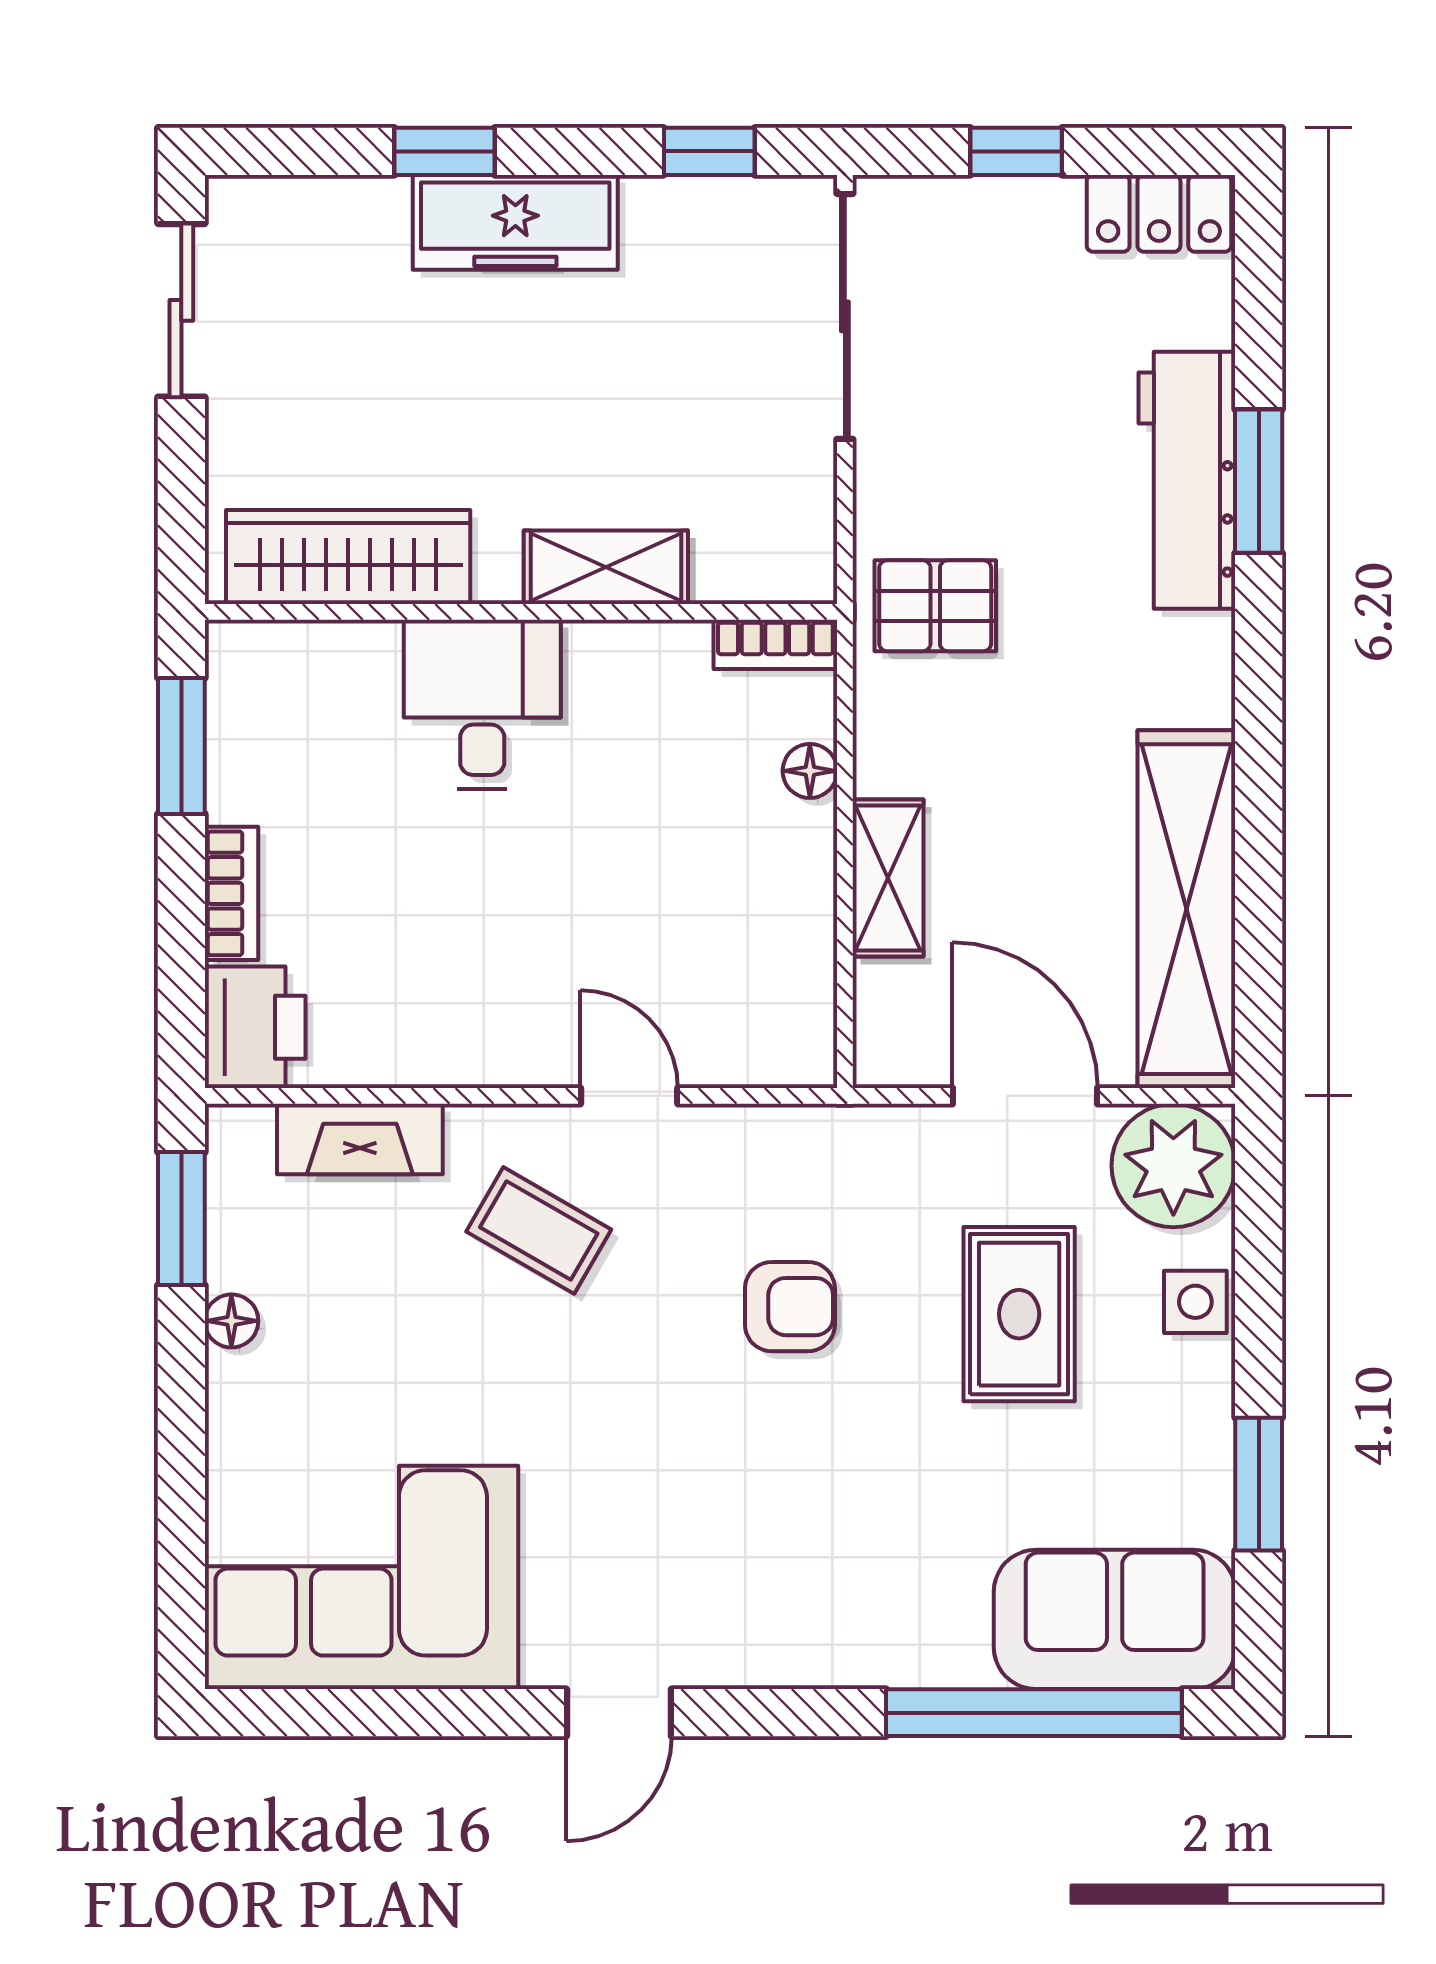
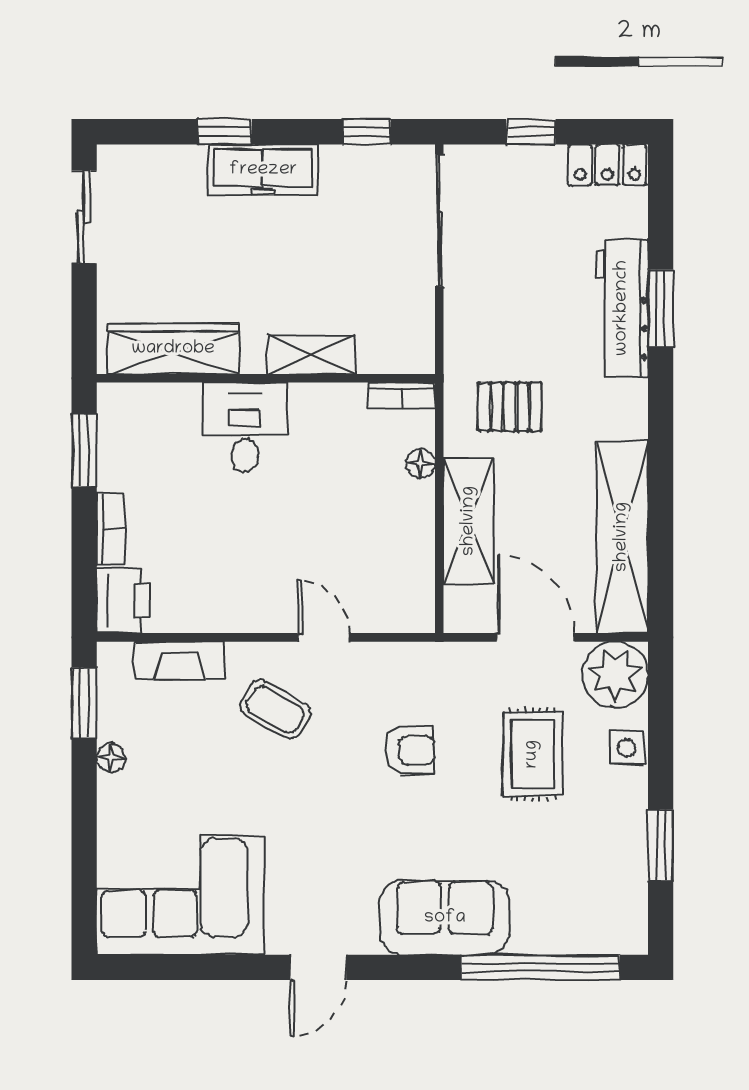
pallet: (935, 606) -> (510, 407), moved
shelving: (888, 878) -> (469, 521), width x1.50, depth x1.33
sofa: (1115, 1619) -> (445, 918), moved

